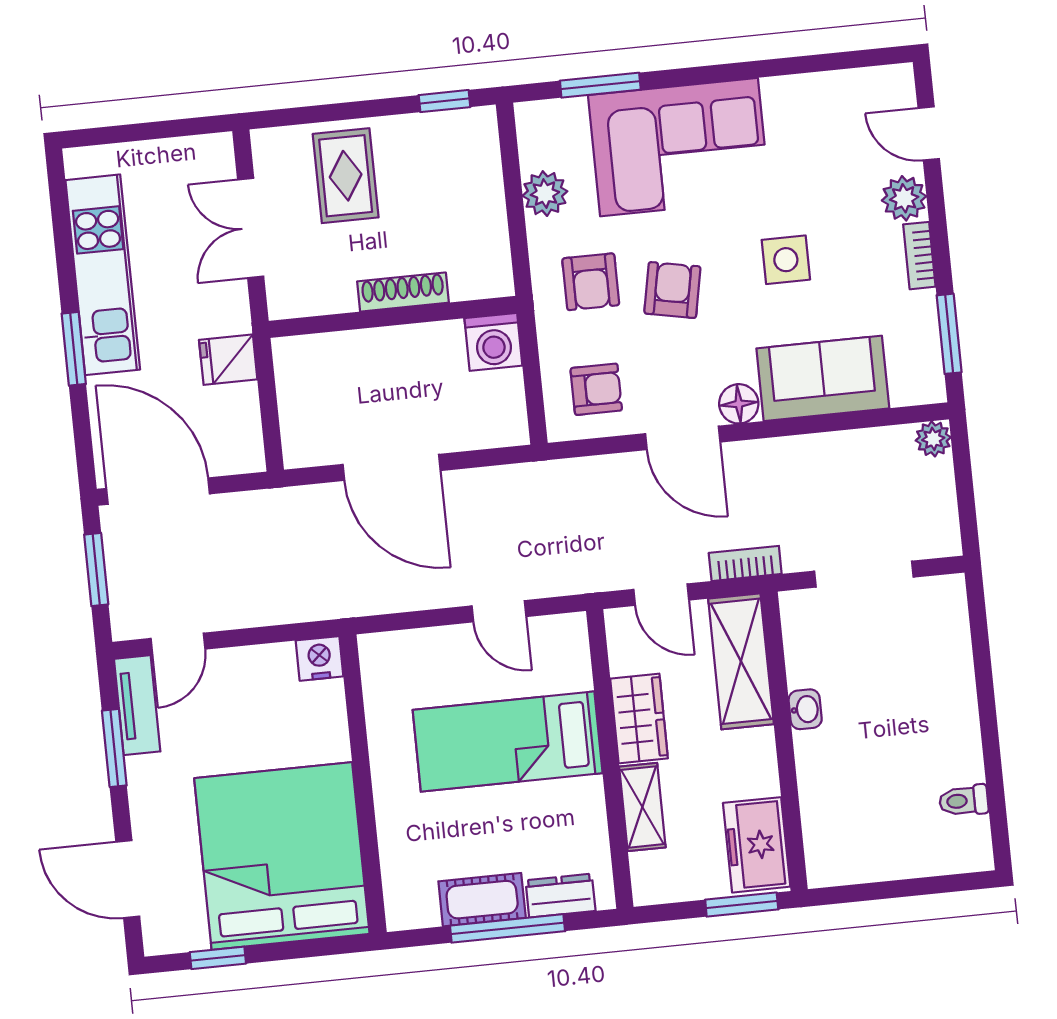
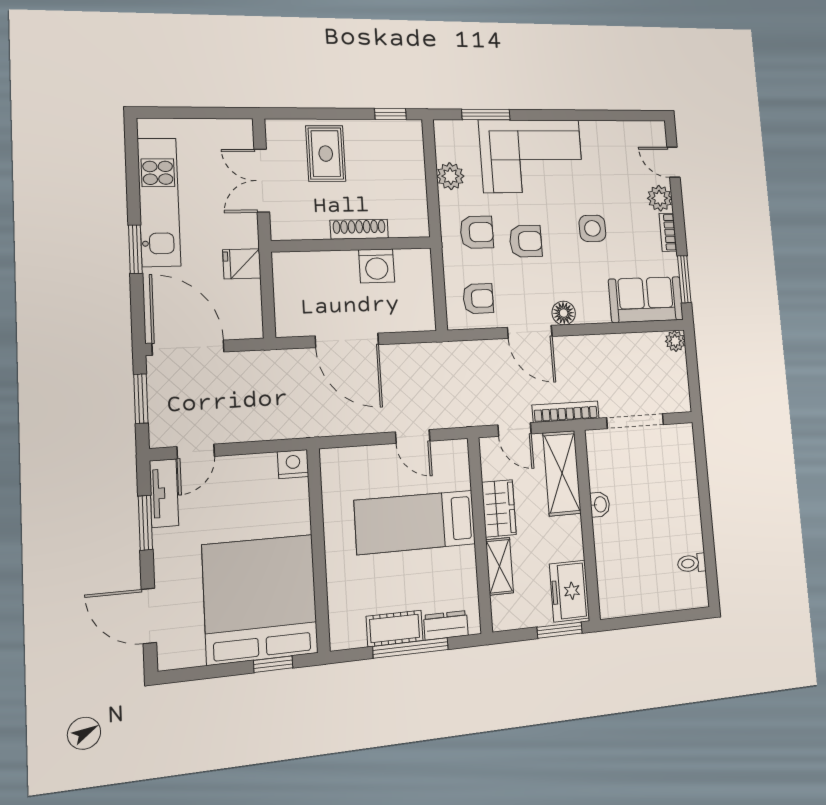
armchair: (591, 282) -> (477, 232), turned -90
armchair: (672, 290) -> (526, 241), turned 79
washing machine: (493, 342) -> (377, 266), moved
sofa: (823, 378) -> (646, 300), moved
bookcase: (745, 563) -> (566, 412), width x1.56
window: (218, 958) -> (273, 664), moved

